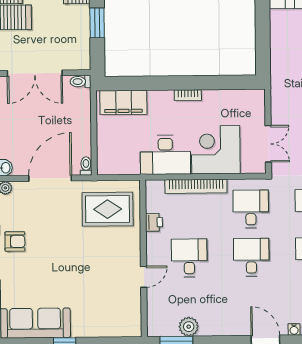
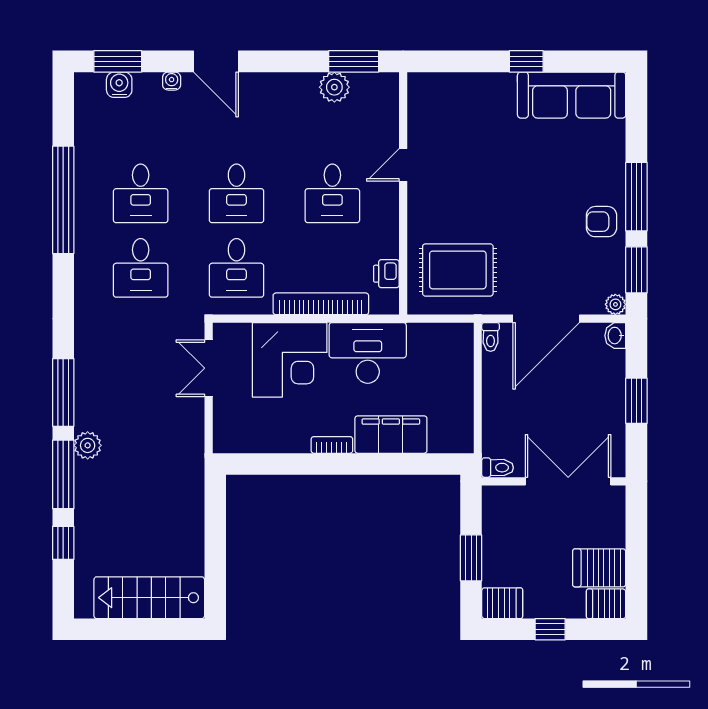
filing cabinet: (123, 102) -> (391, 435), moved
printer: (154, 222) -> (386, 274), moved

